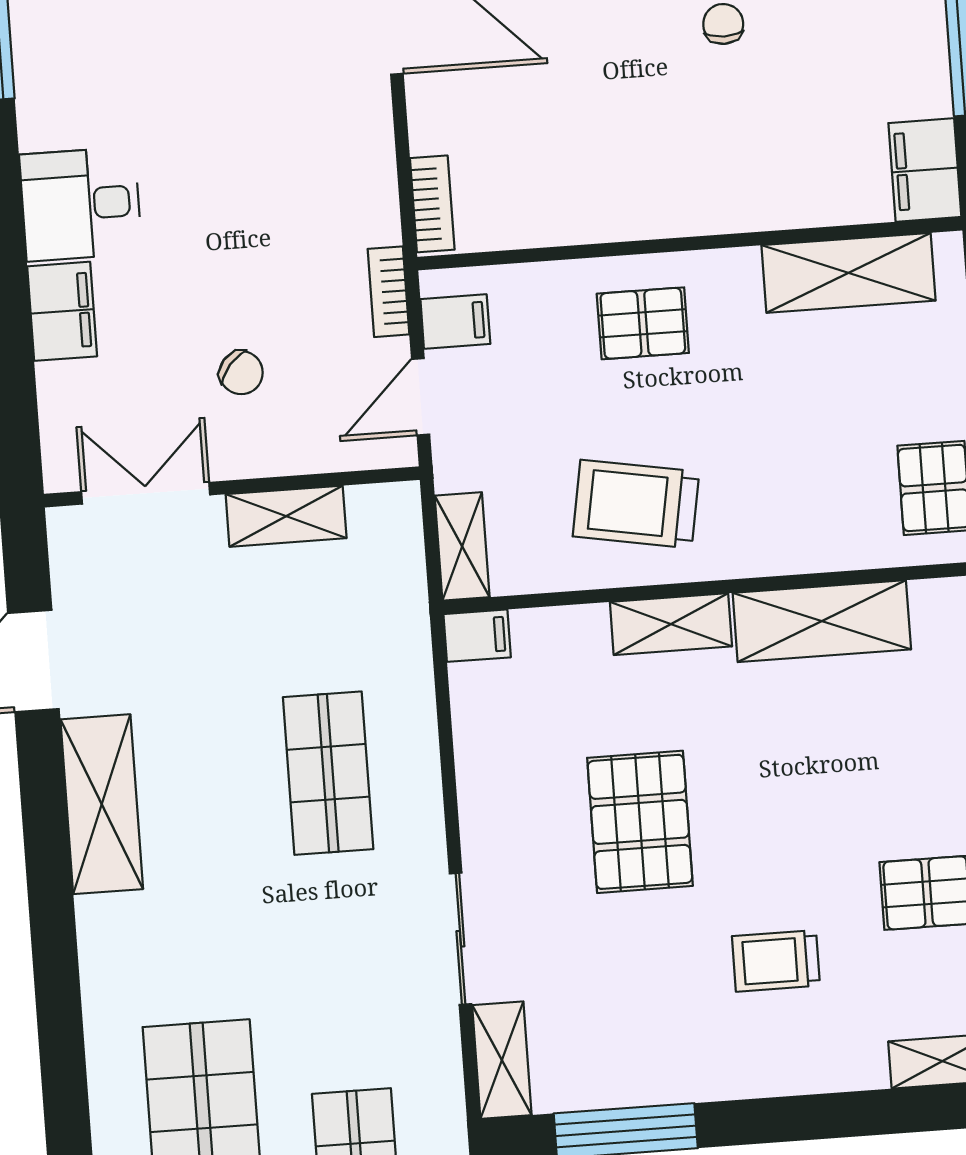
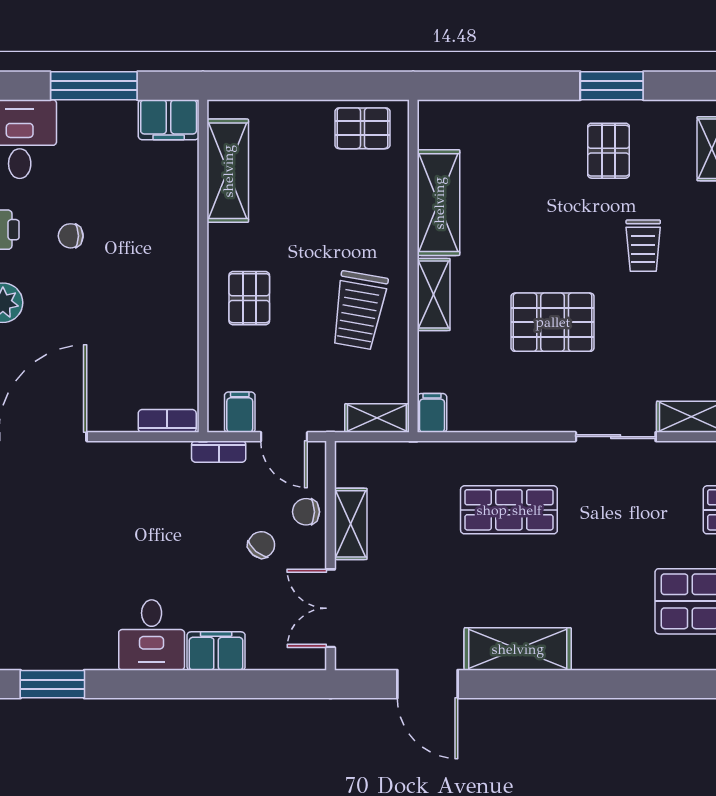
chair: (301, 442) -> (306, 512), added

